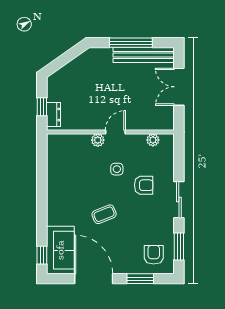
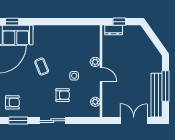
armchair: (144, 185) -> (63, 95), turned -90

